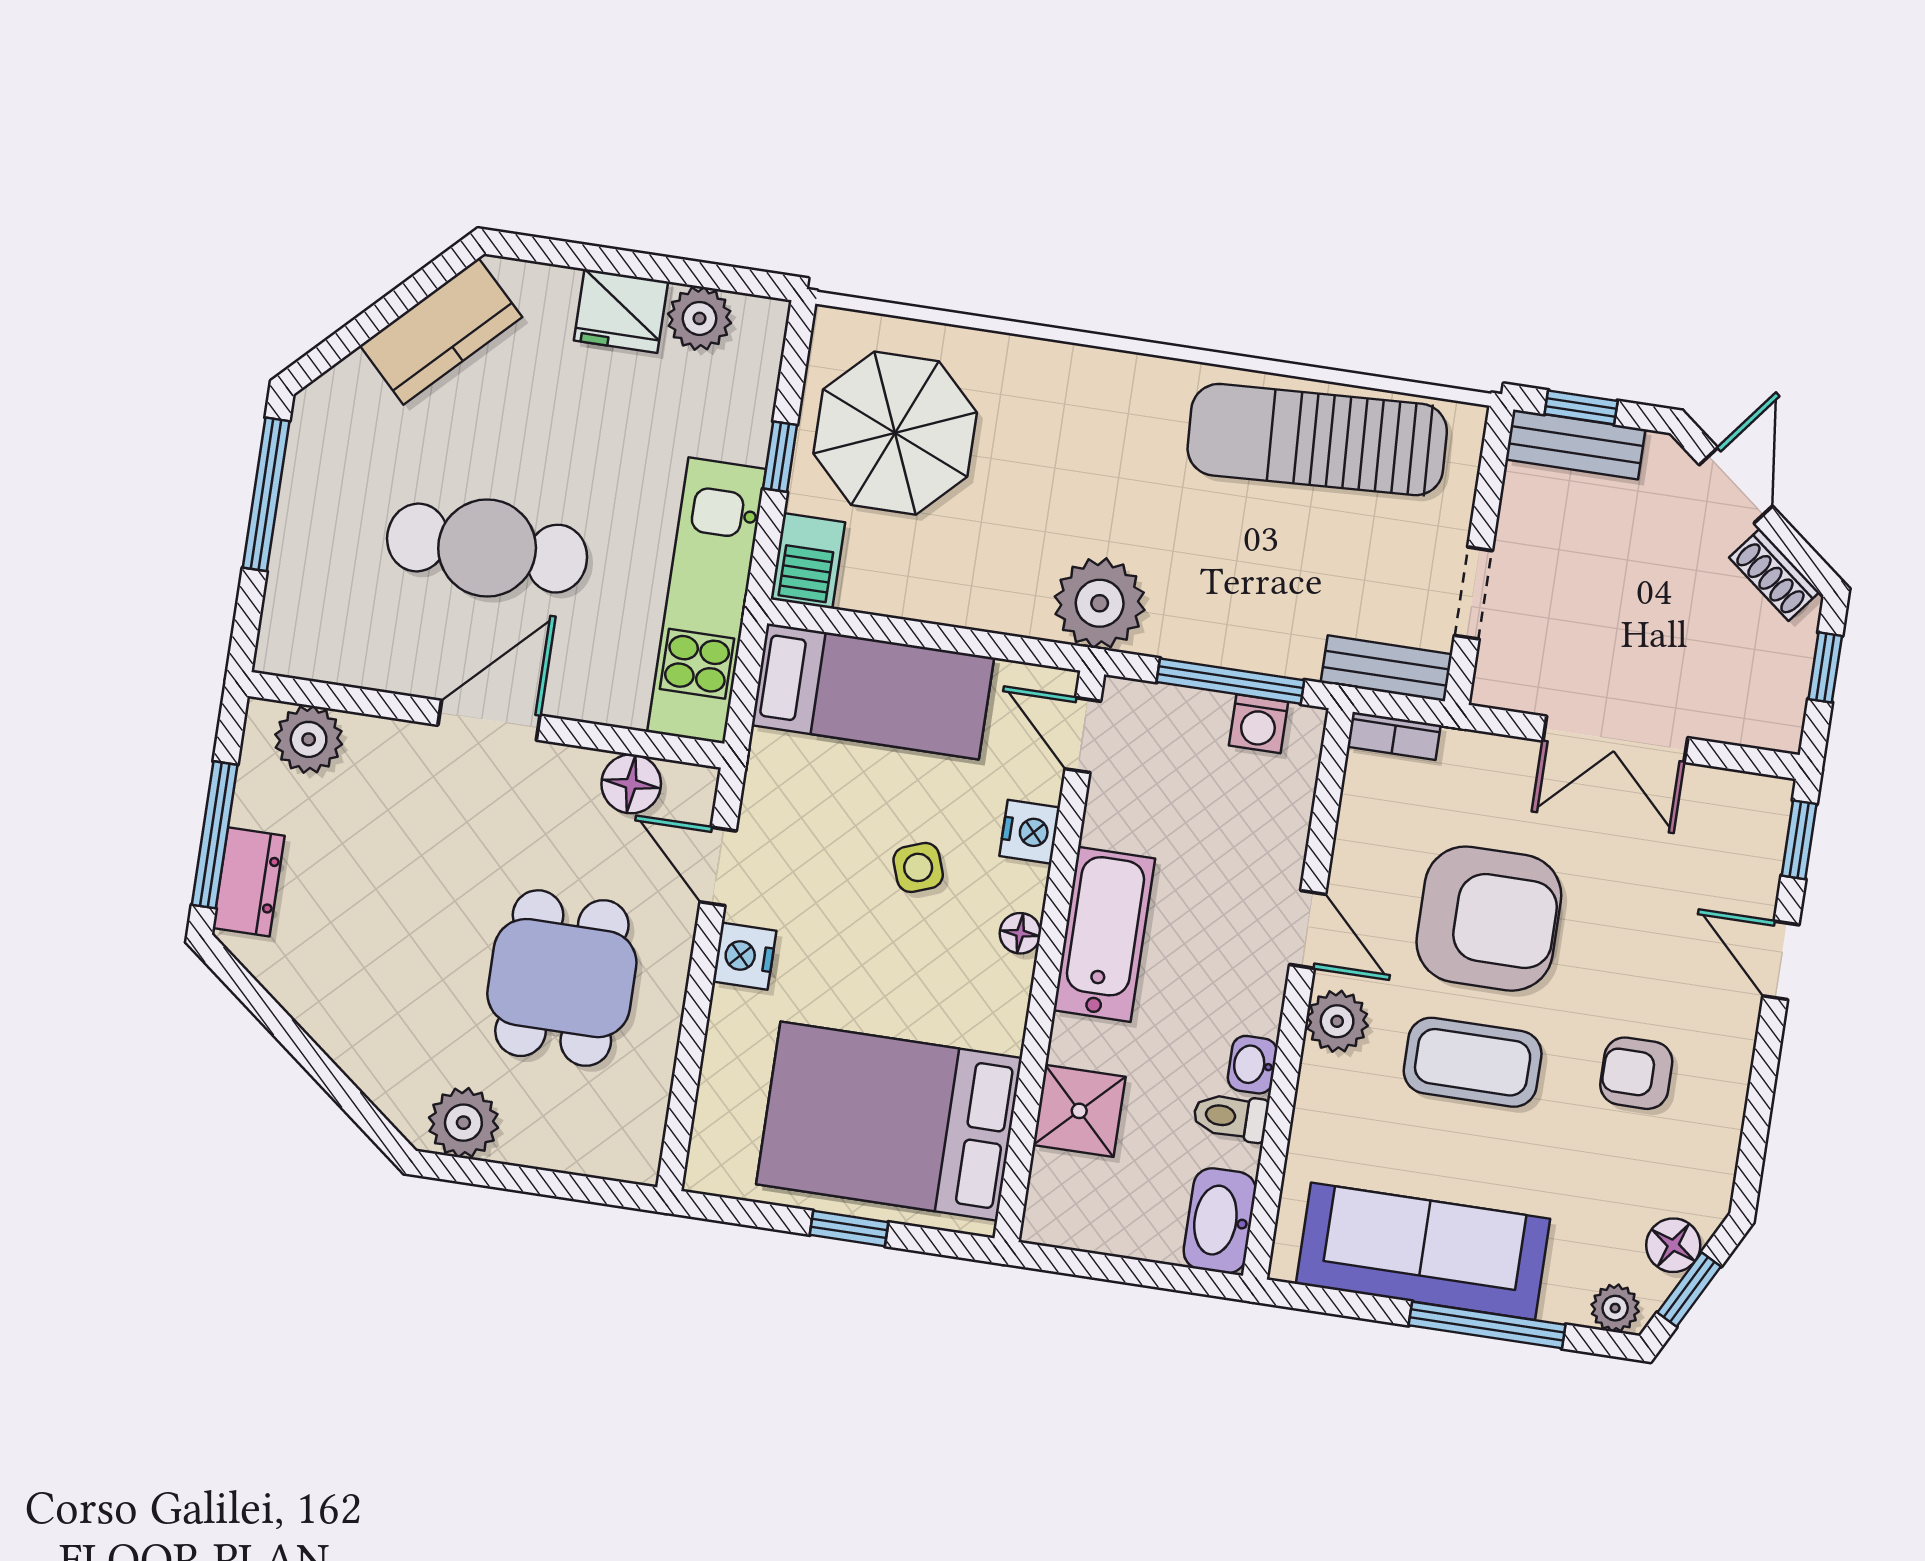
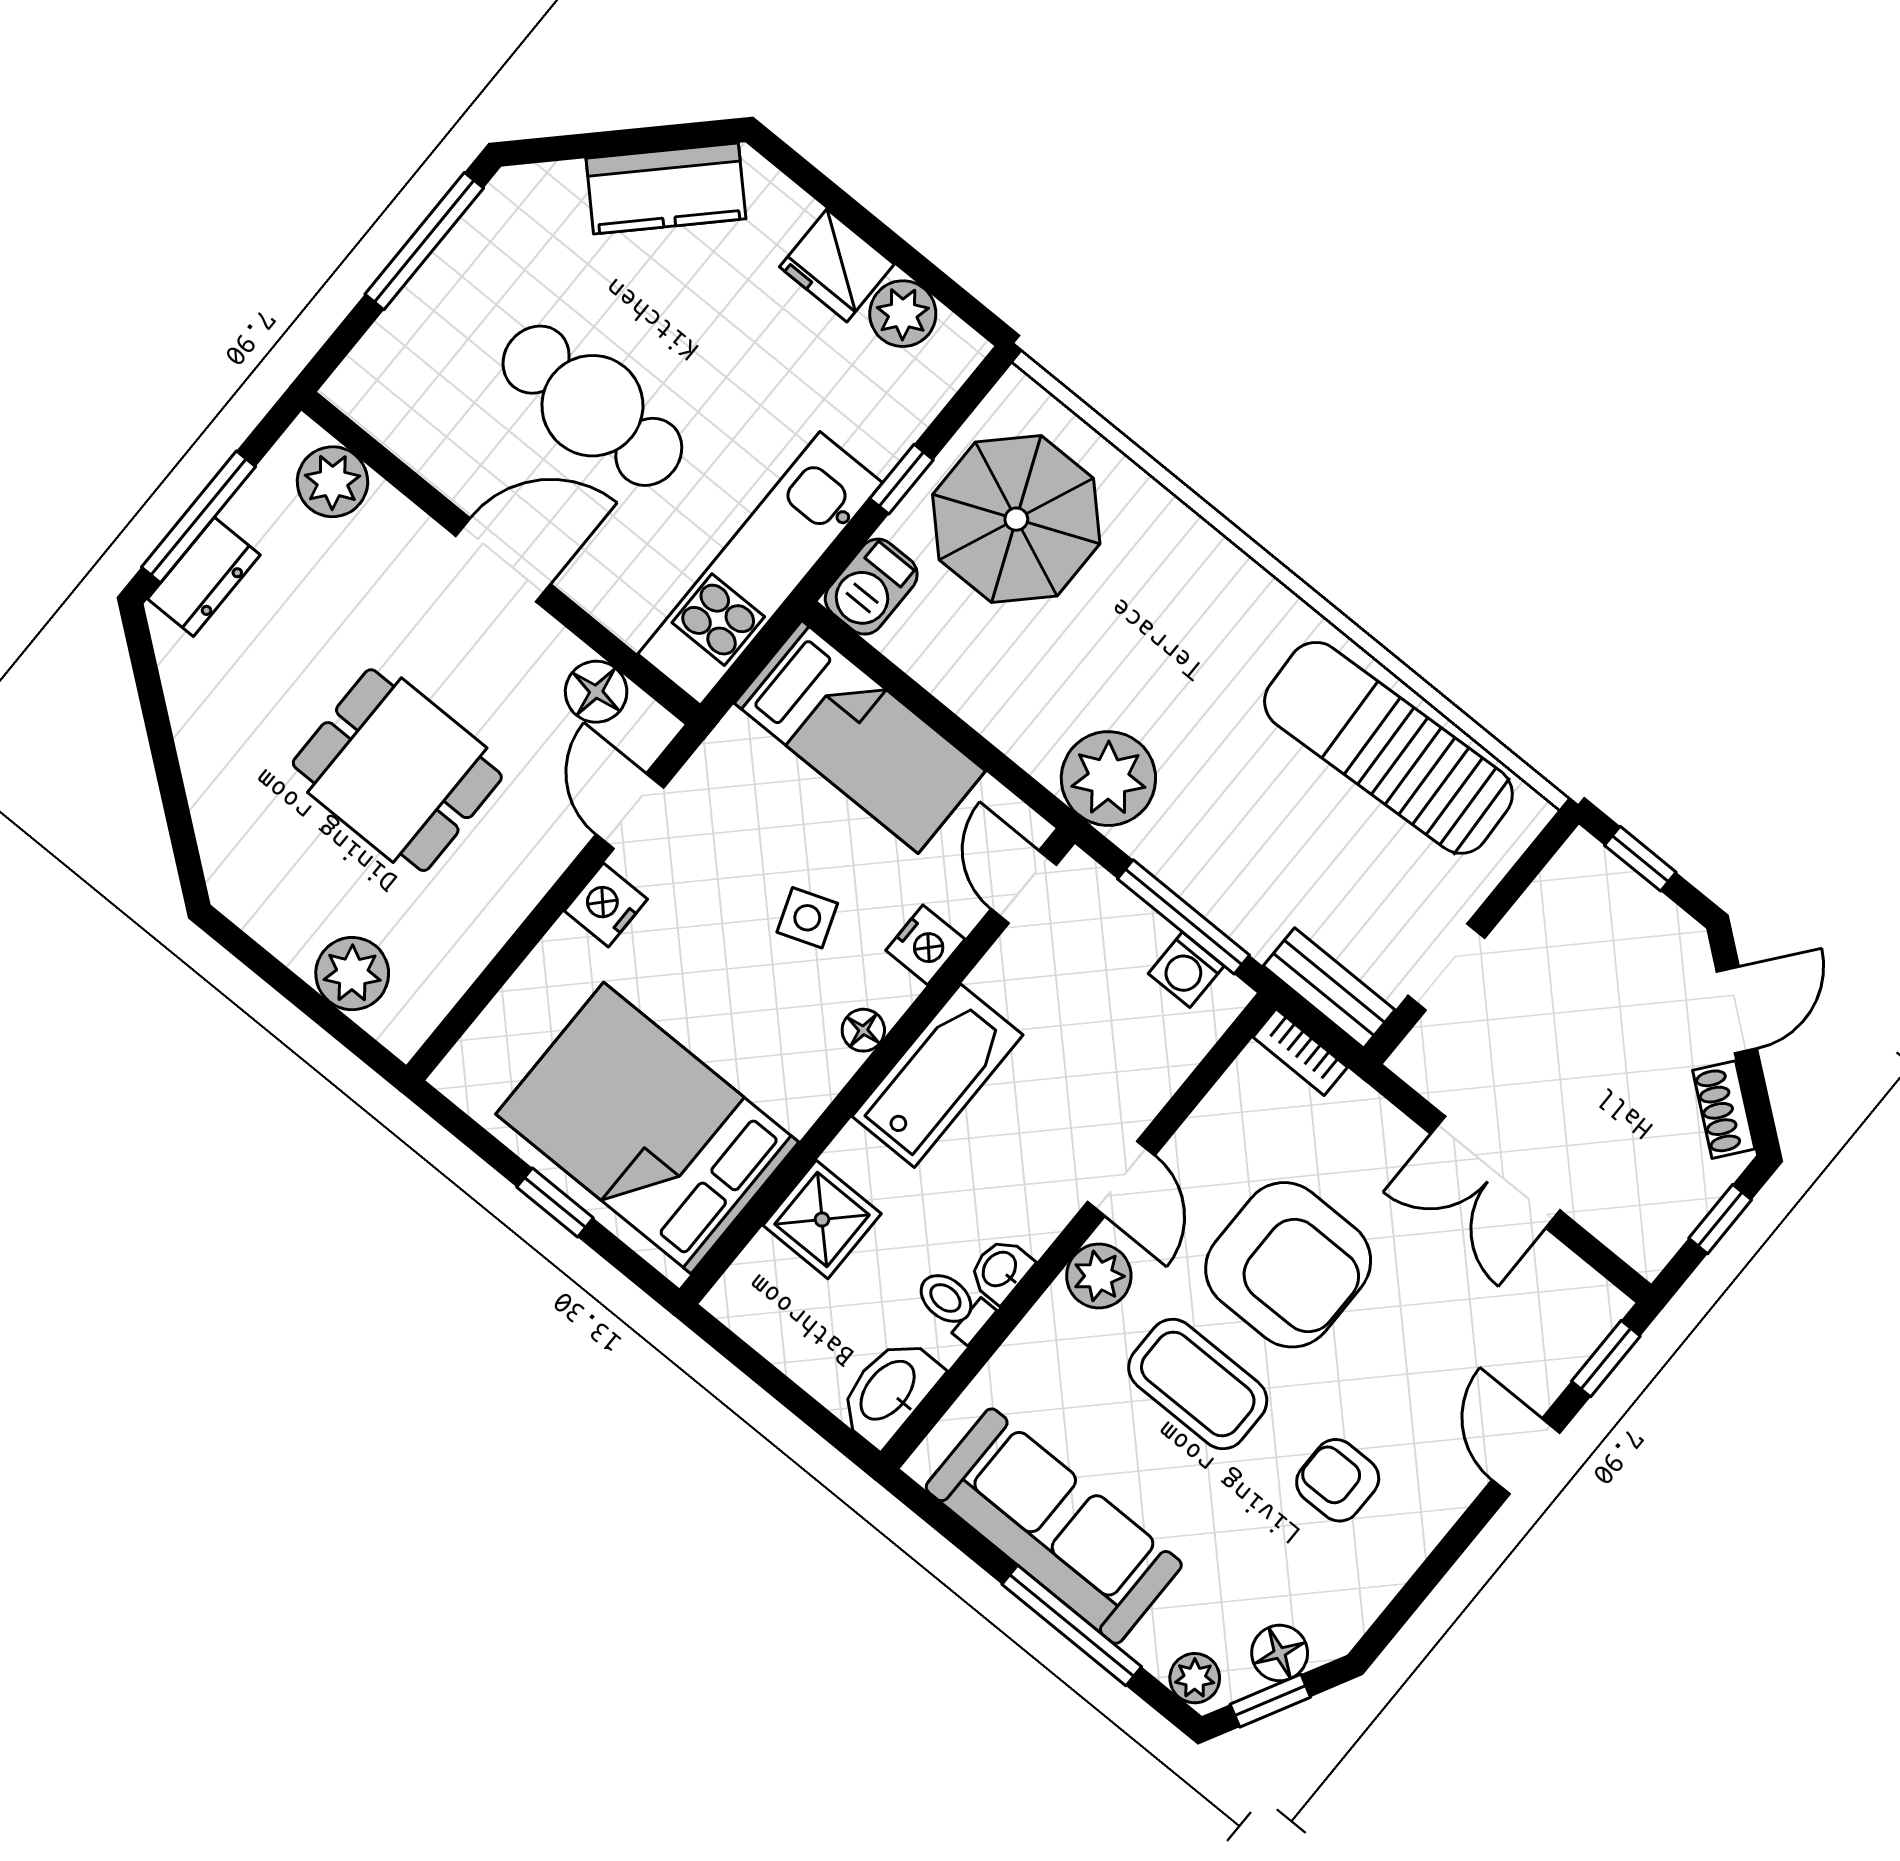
bench: (1576, 444) -> (1616, 889), removed
dining table: (562, 978) -> (397, 770), moved, turned 90
plant: (463, 1123) -> (352, 974), moved

